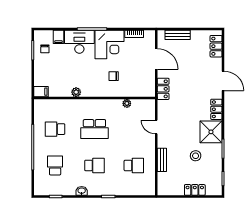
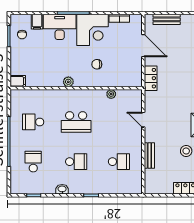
plant: (76, 92) -> (68, 82), moved

